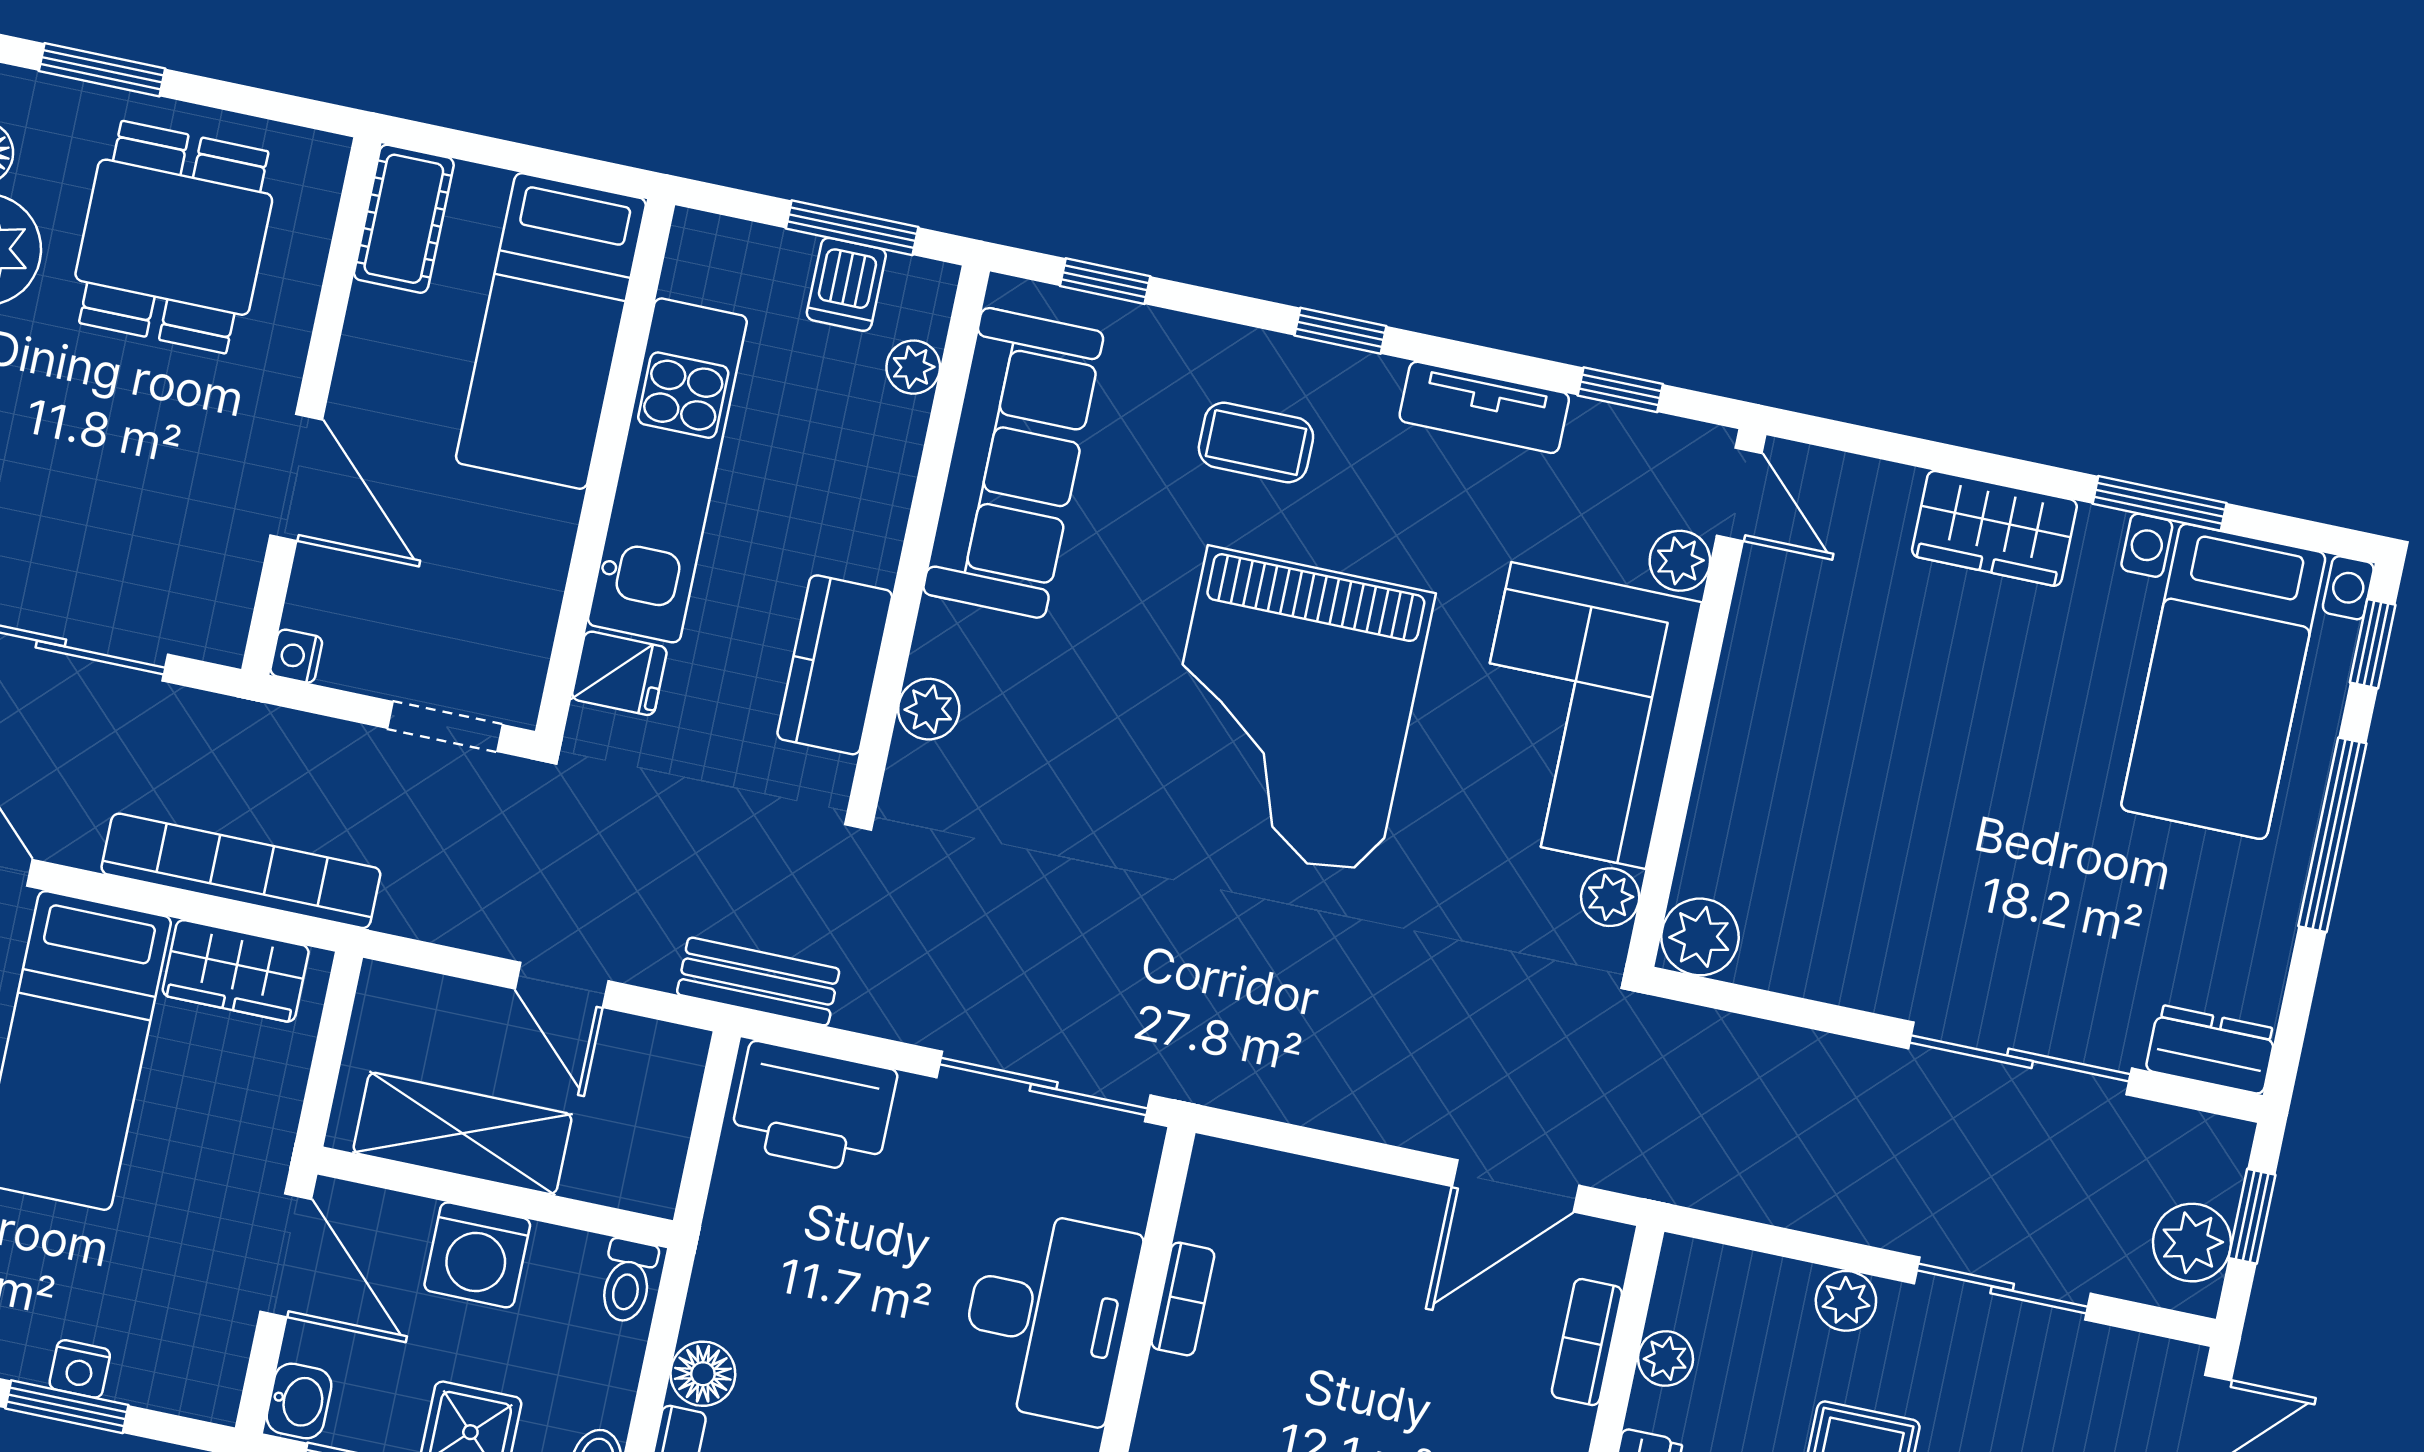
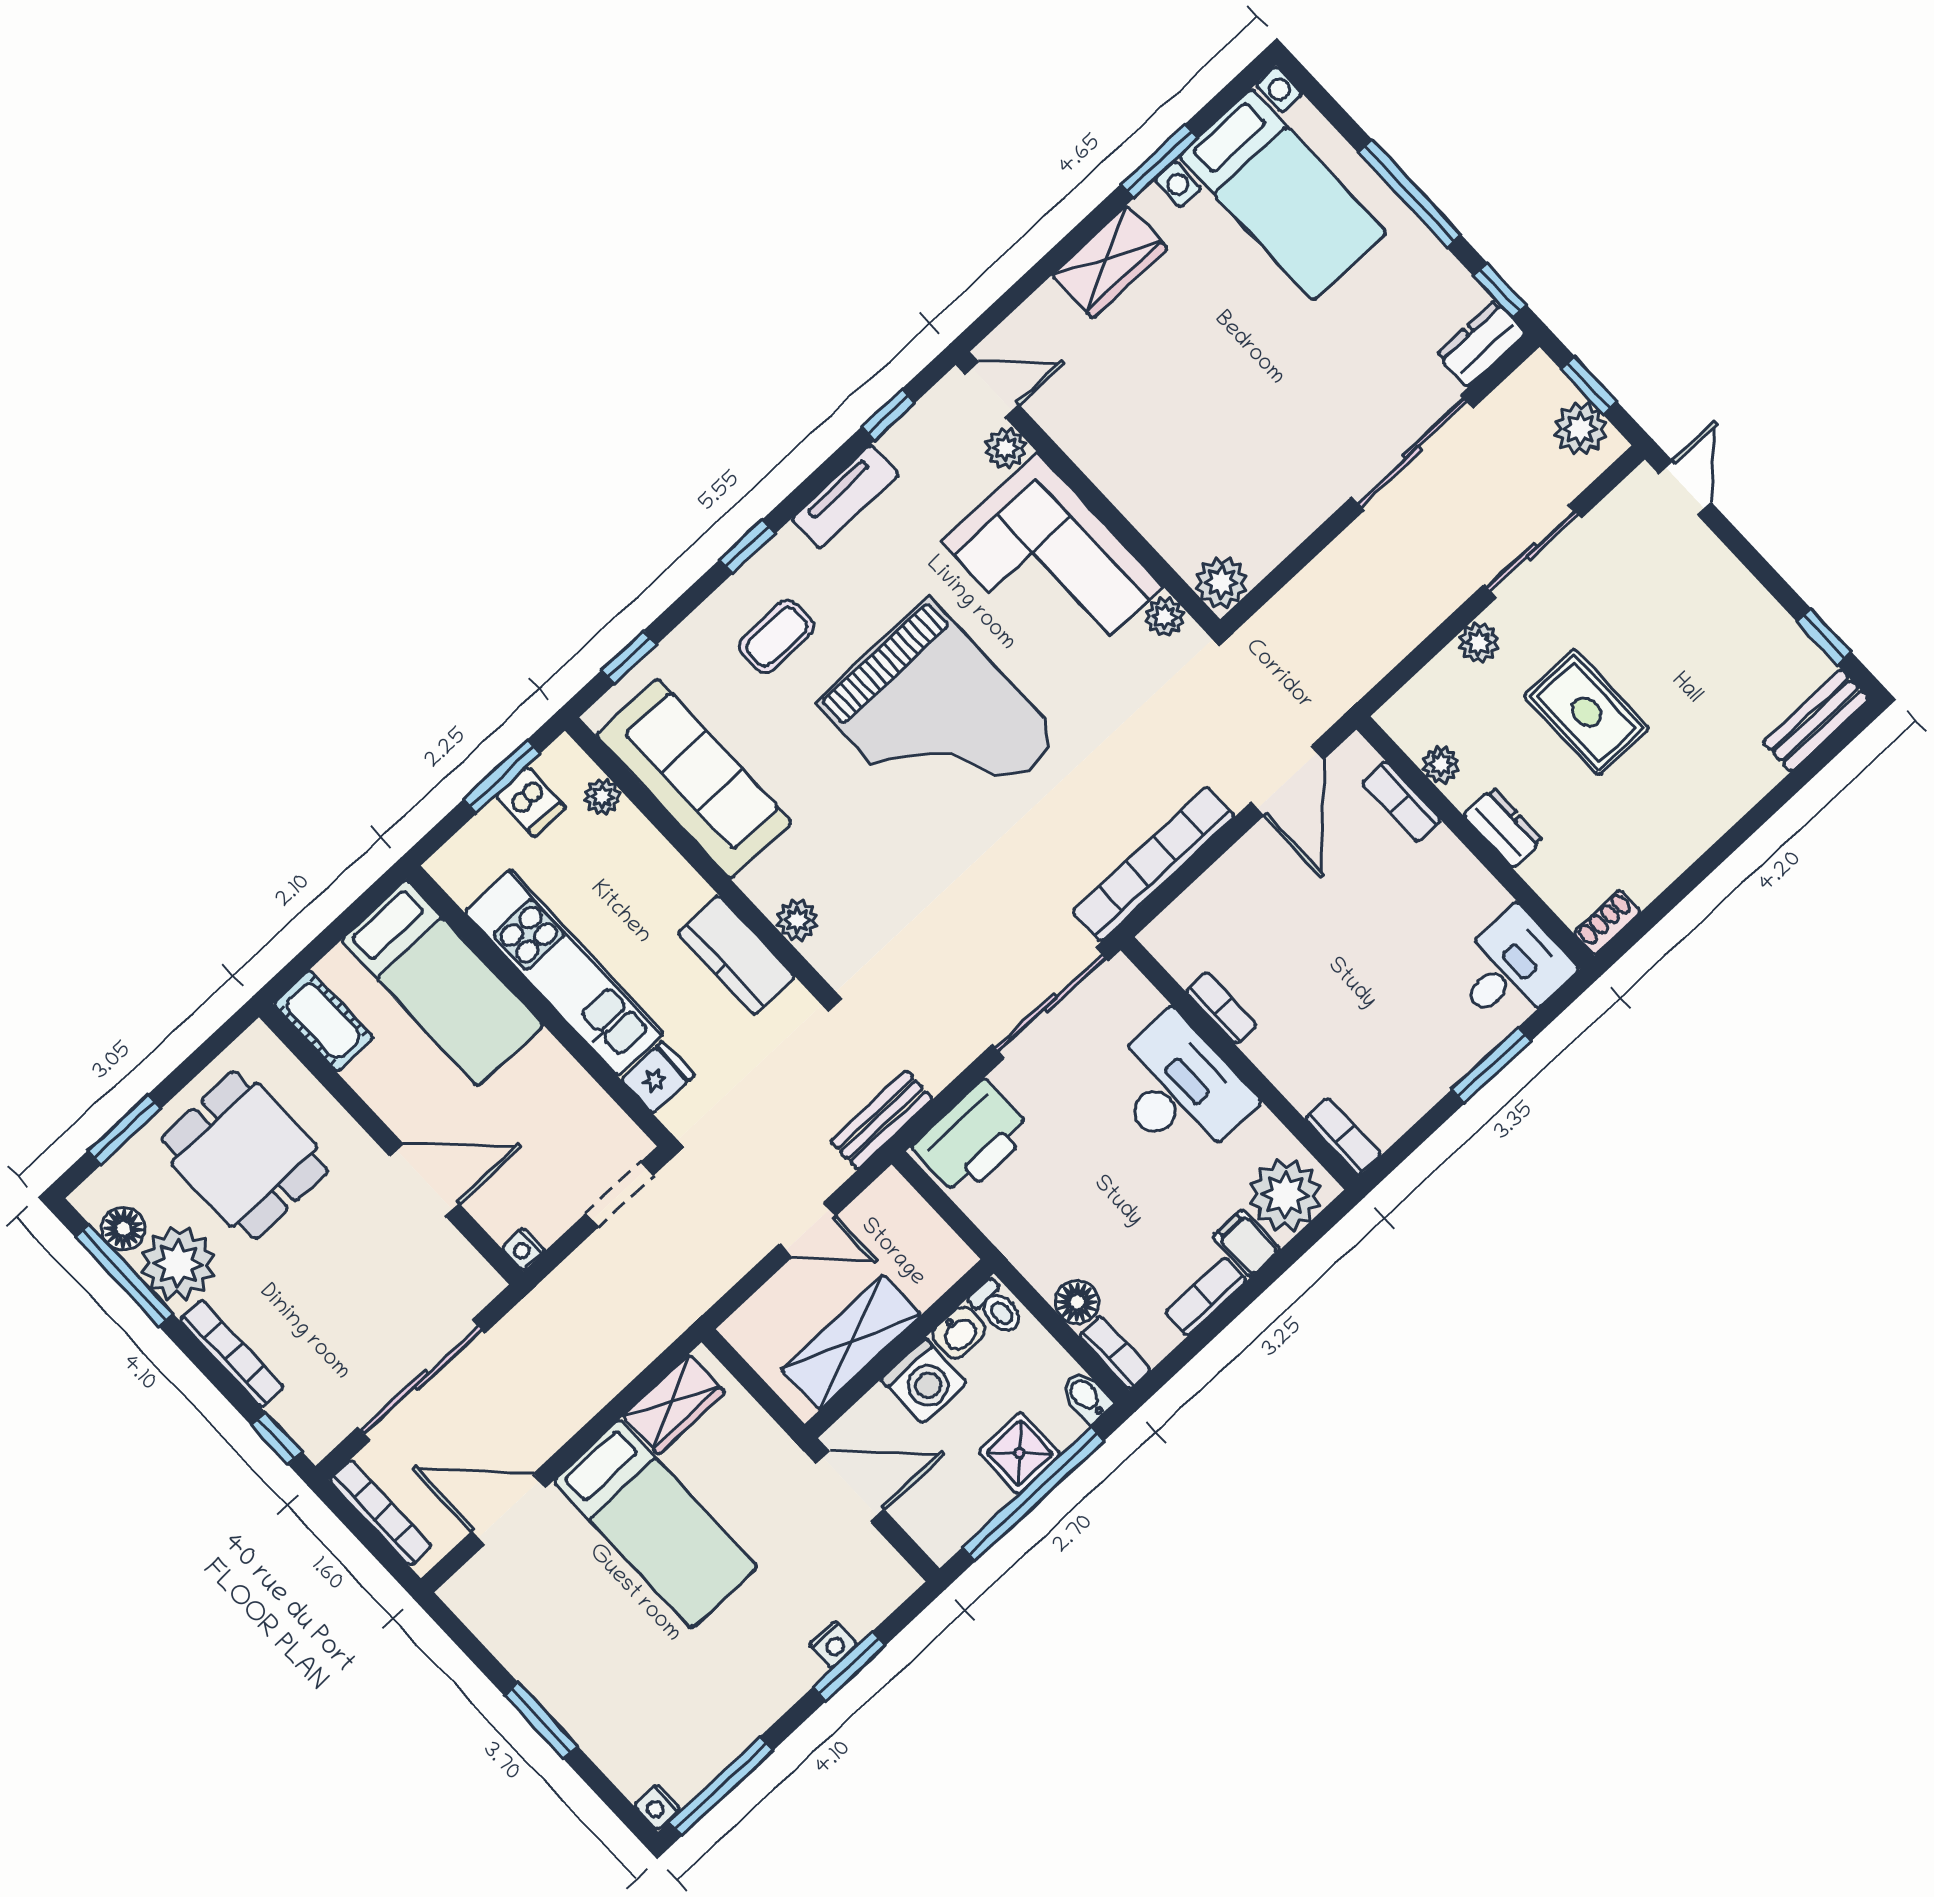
window: (2373, 644) -> (1500, 290), moved
bookcase: (241, 871) -> (1154, 864), moved
washbasin: (299, 1401) -> (959, 1332), moved, turned 90

